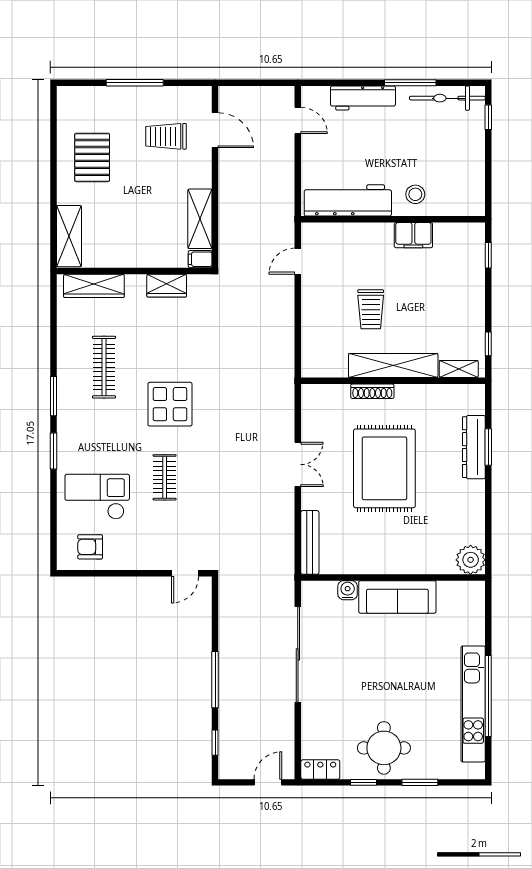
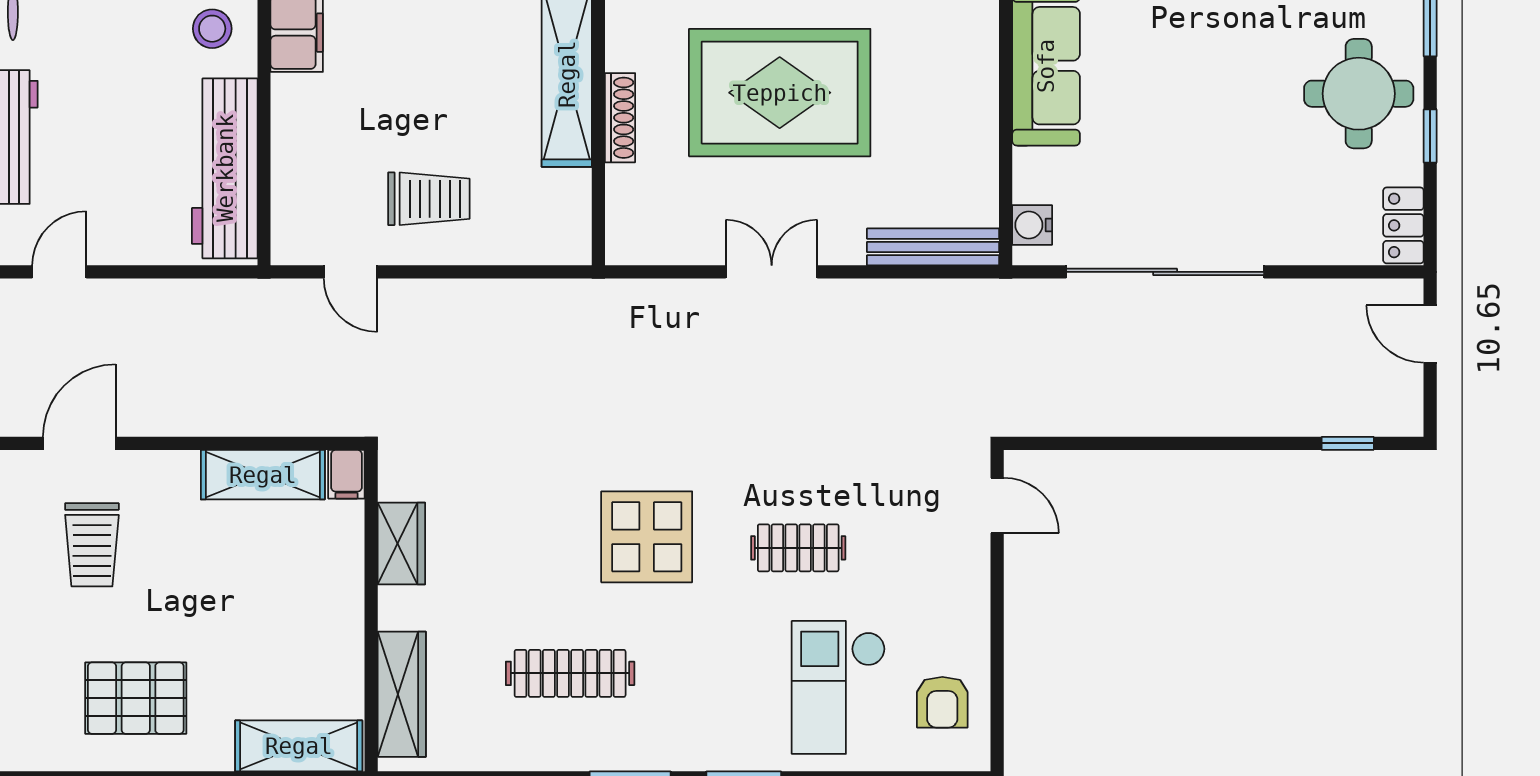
trolley: (371, 309) -> (429, 199), moved
water cooler: (348, 590) -> (1032, 225), moved
window: (215, 680) -> (1217, 443), removed

